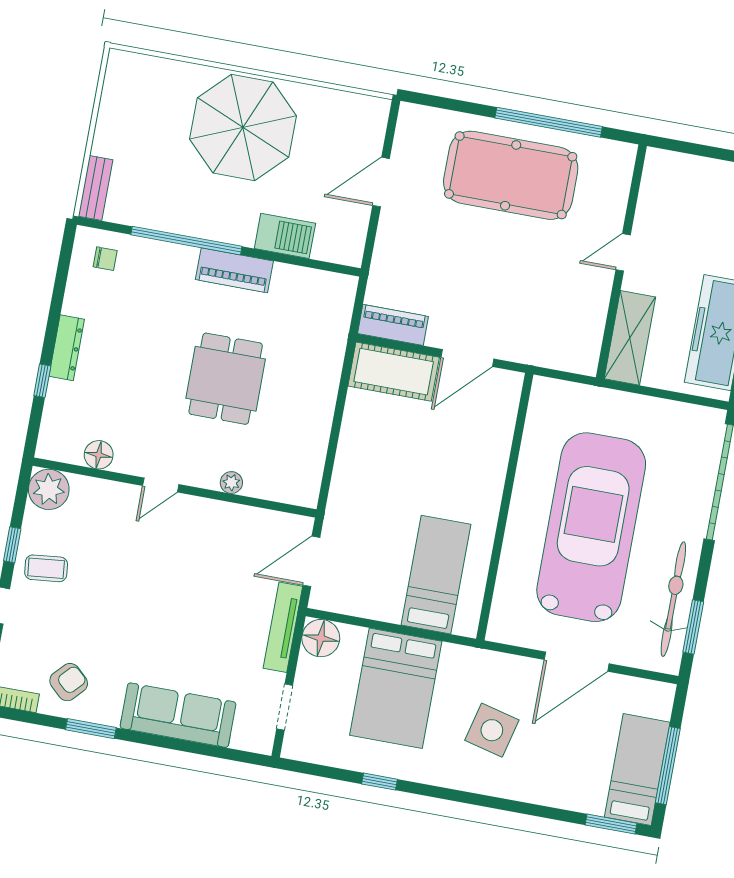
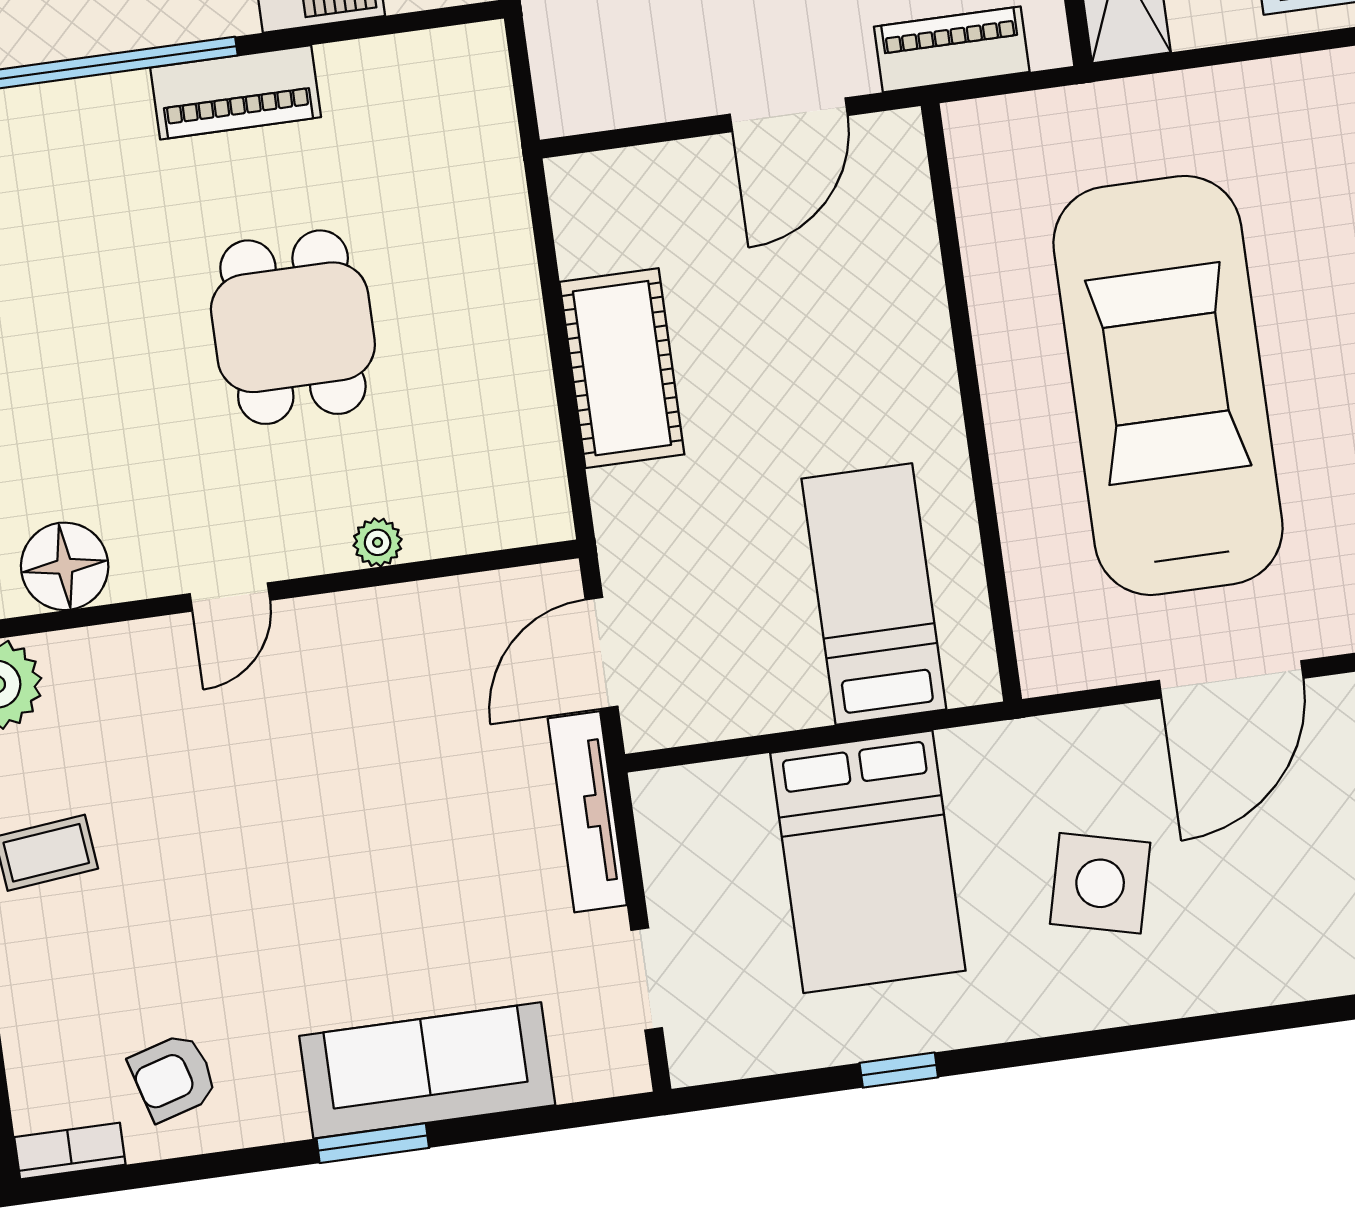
piano: (393, 325) -> (952, 49), moved
cot: (394, 372) -> (622, 368), moved, turned 90
floor lamp: (99, 455) -> (65, 566), width x1.38, depth x1.38
floor lamp: (321, 638) -> (675, 808), removed
armchair: (69, 682) -> (173, 1077), turned -149
window: (91, 729) -> (373, 1143), moved

